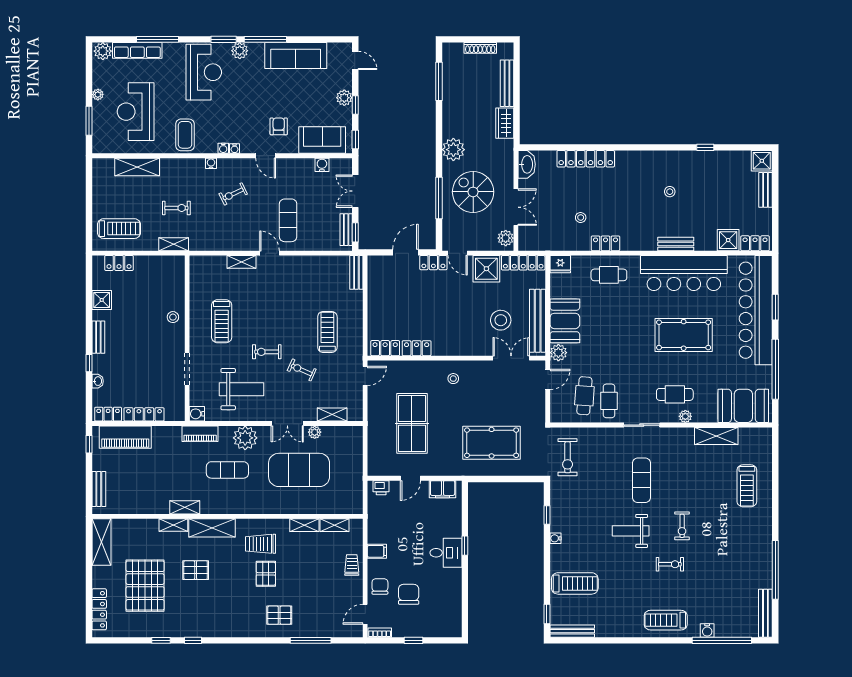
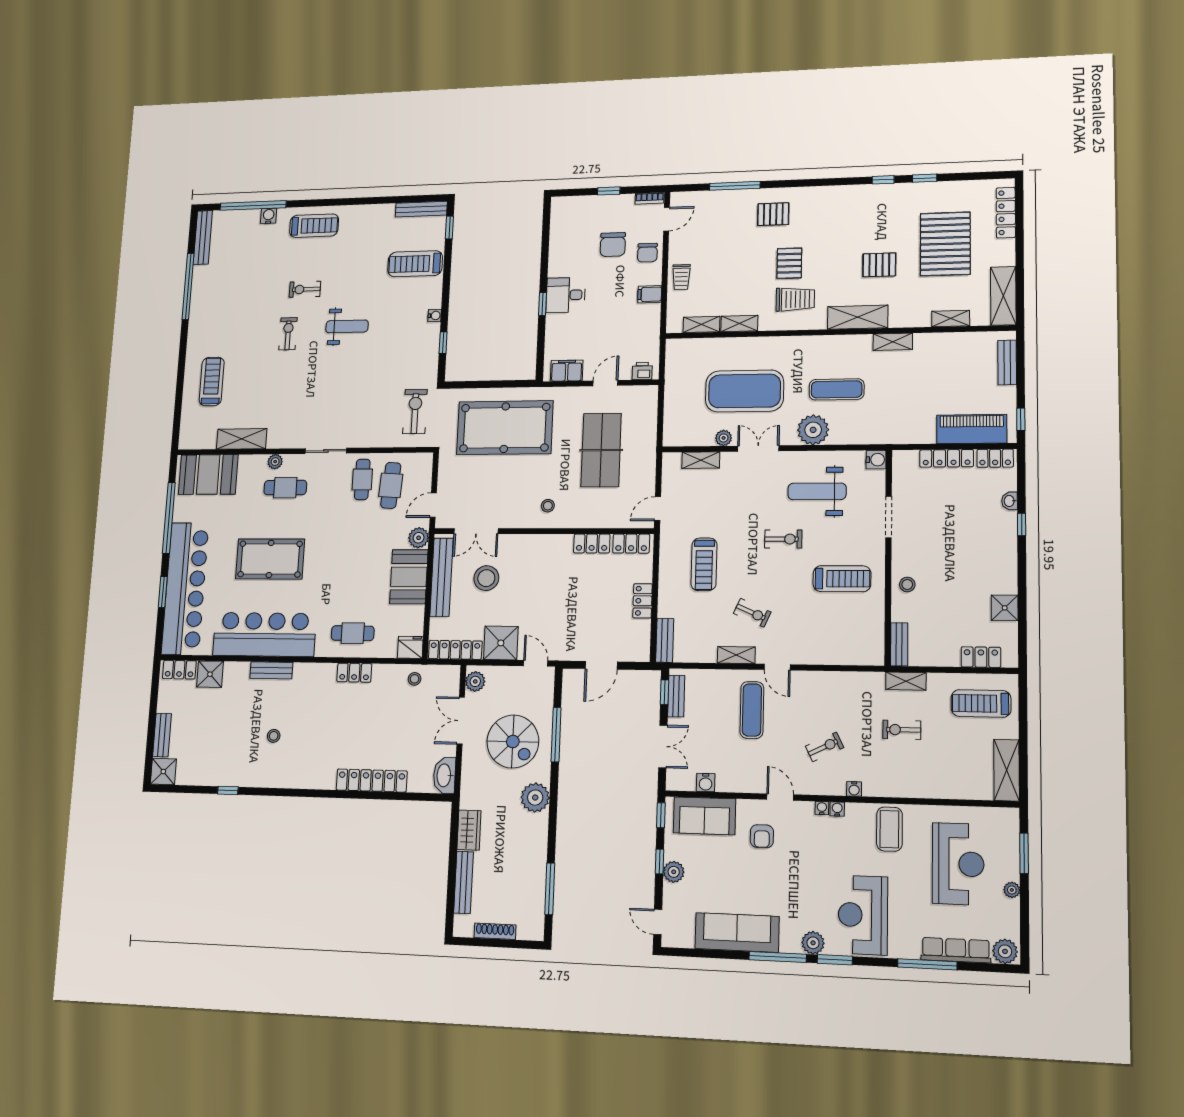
shelving: (137, 167) -> (1007, 770), moved, turned 90
stool: (581, 218) -> (415, 679), moved
shelving: (241, 262) -> (736, 655), moved
locker: (433, 263) -> (643, 601), moved, turned -90
treadmill: (222, 321) -> (842, 579), turned 90
bench: (98, 337) -> (899, 644), moved
exercise bike: (302, 370) -> (752, 613), moved
piano: (200, 434) -> (872, 434), removed
pool table: (492, 443) -> (505, 428), width x1.36, depth x1.32
exercise mat: (641, 480) -> (331, 386), removed
shelving: (173, 525) -> (951, 318), moved

